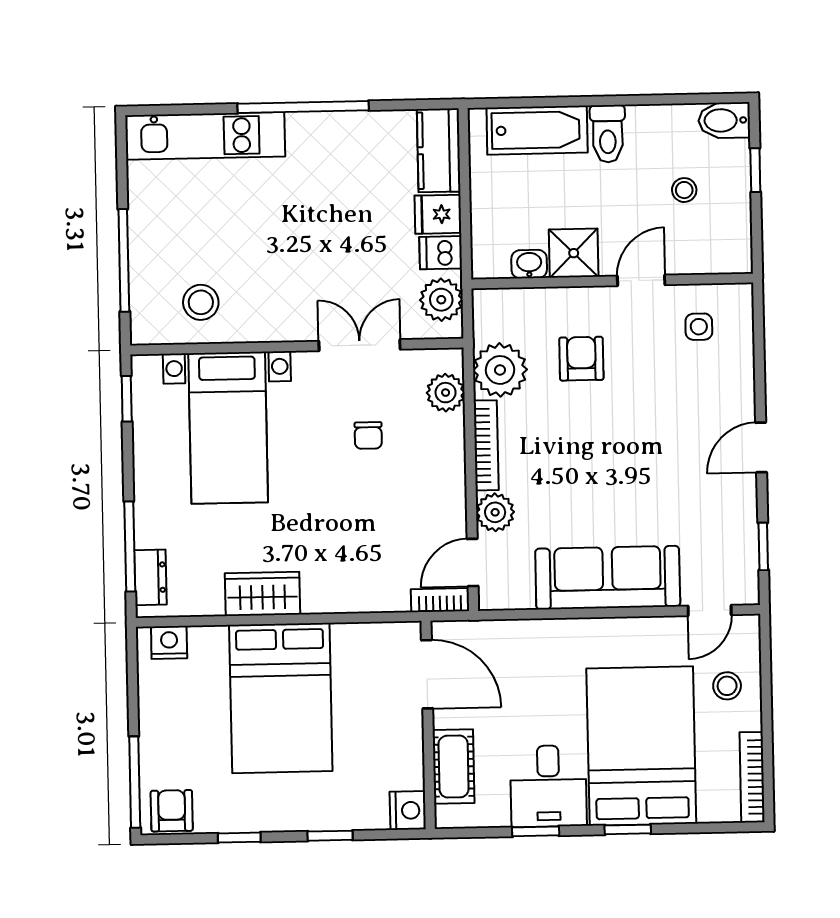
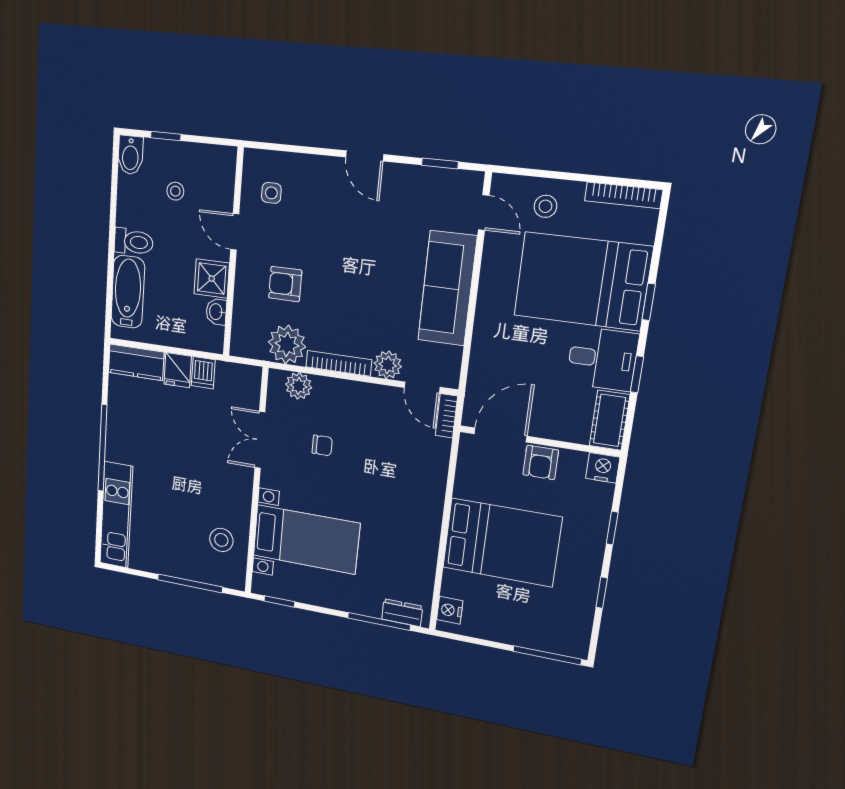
plant: (441, 300) -> (235, 378), removed
wardrobe: (262, 594) -> (424, 540), removed
cot: (454, 767) -> (609, 420), moved, turned 90
armchair: (172, 811) -> (541, 462), moved, turned -90

